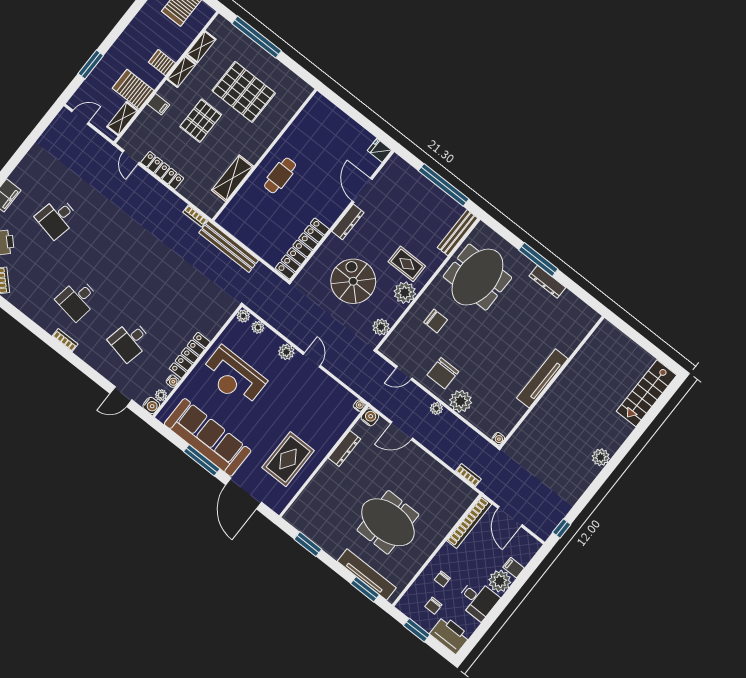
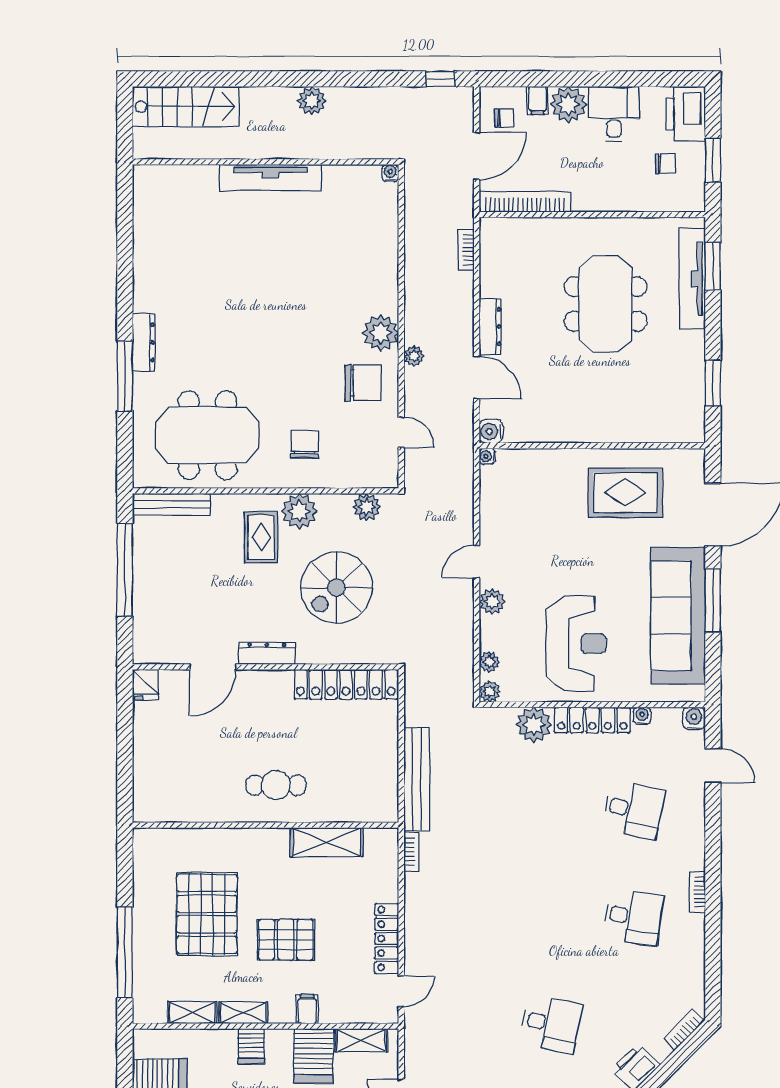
tv unit: (542, 378) -> (271, 177), moved
wall: (552, 382) -> (266, 162), moved
plant: (161, 395) -> (534, 725), moved, width x1.88, depth x1.88
water cooler: (498, 439) -> (390, 173), moved
dresser: (344, 448) -> (490, 327), moved, turned 90
chair: (442, 579) -> (504, 118), moved

